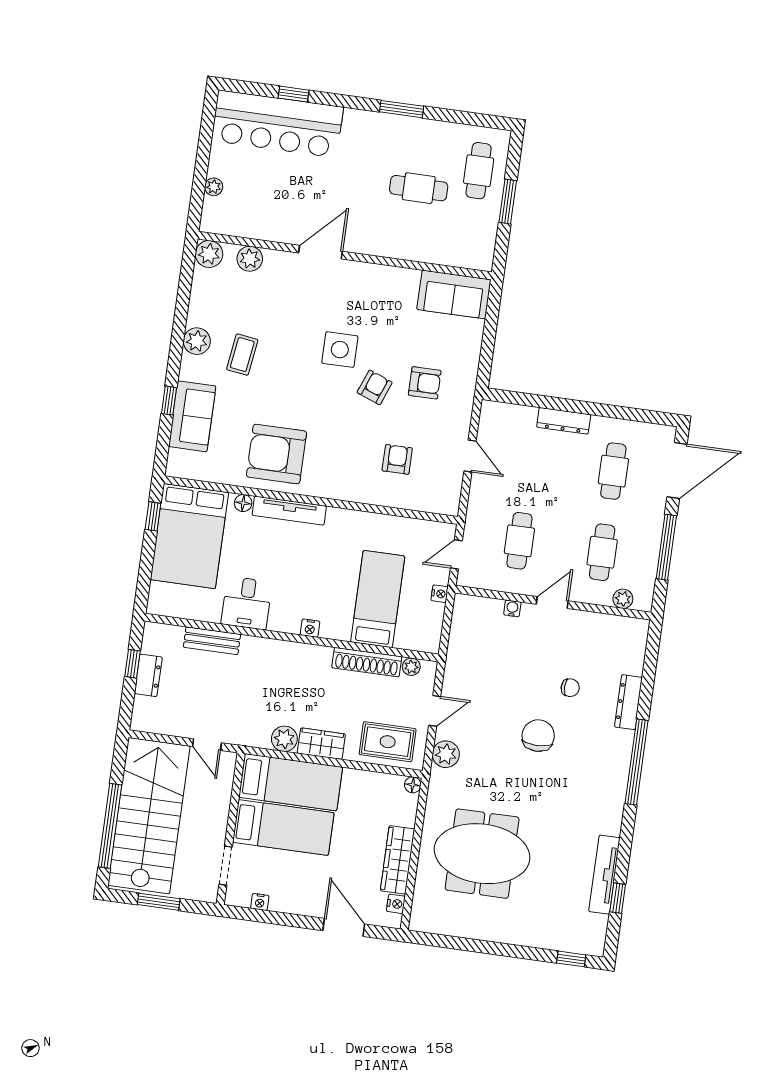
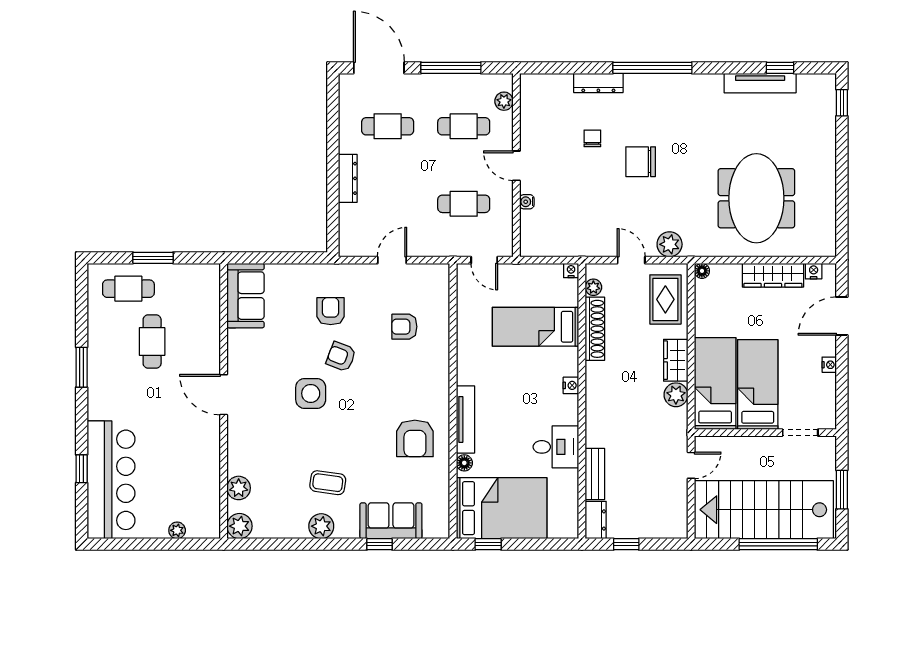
door: (320, 252) -> (224, 395), moved
armchair: (276, 454) -> (415, 438), width x0.73, depth x0.73
nightstand: (440, 594) -> (571, 270), moved
dresser: (148, 675) -> (596, 520), moved, turned 90
nightstand: (260, 902) -> (829, 365), moved

